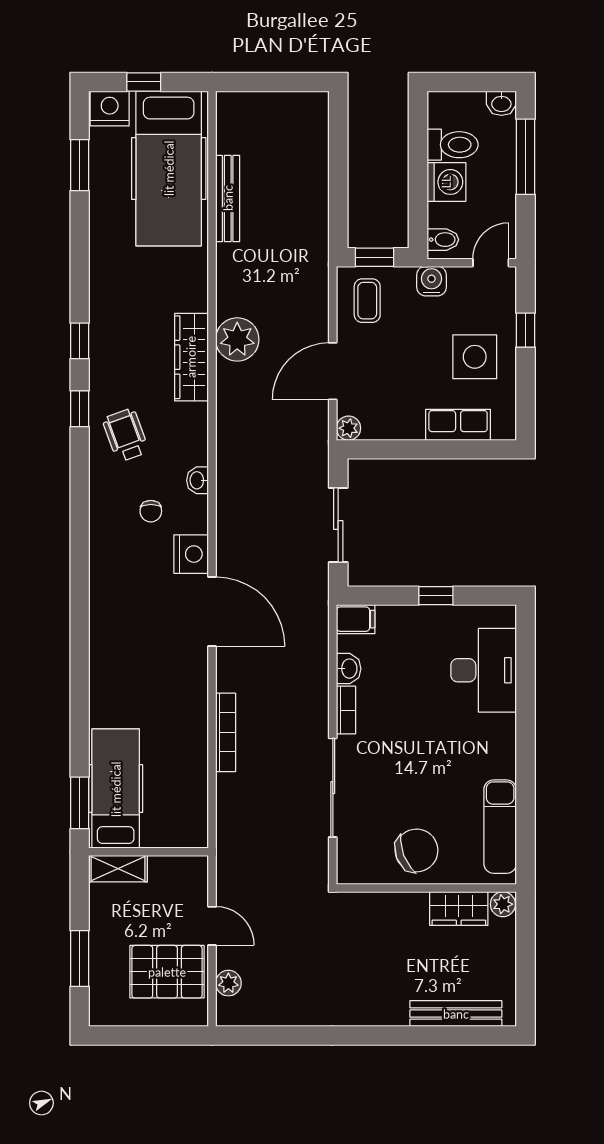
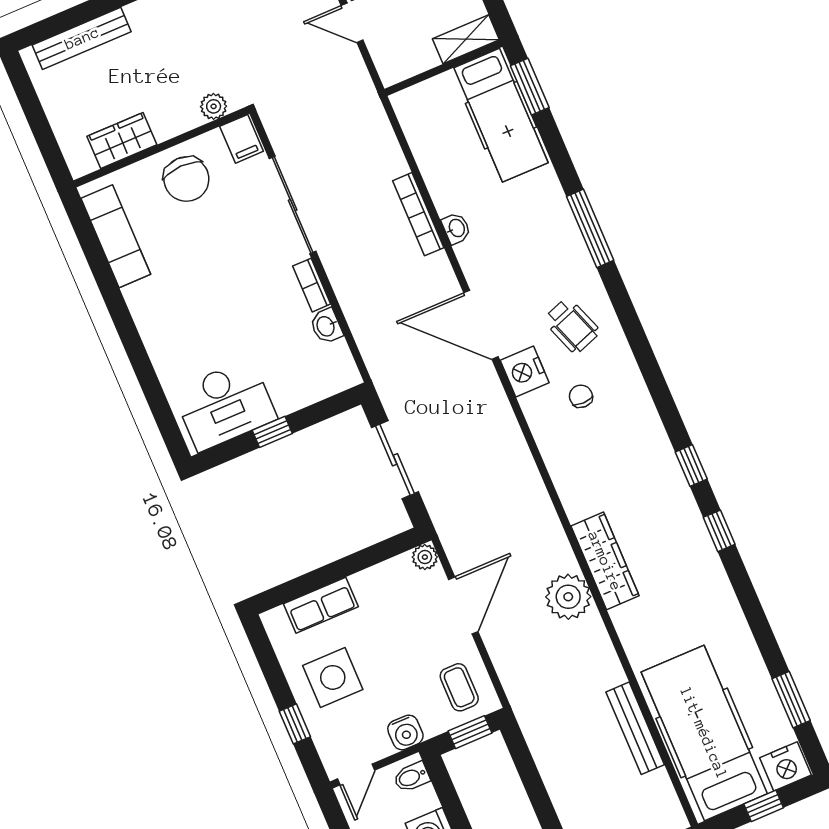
wheelchair: (126, 435) -> (572, 326), moved
washbasin: (197, 480) -> (456, 228), moved
filing cabinet: (356, 619) -> (242, 139), moved, turned -90
window: (80, 655) -> (590, 228), added
desk: (484, 670) -> (225, 405), moved, turned -90
chair: (416, 850) -> (186, 179), turned -70
plant: (503, 904) -> (214, 106), moved

